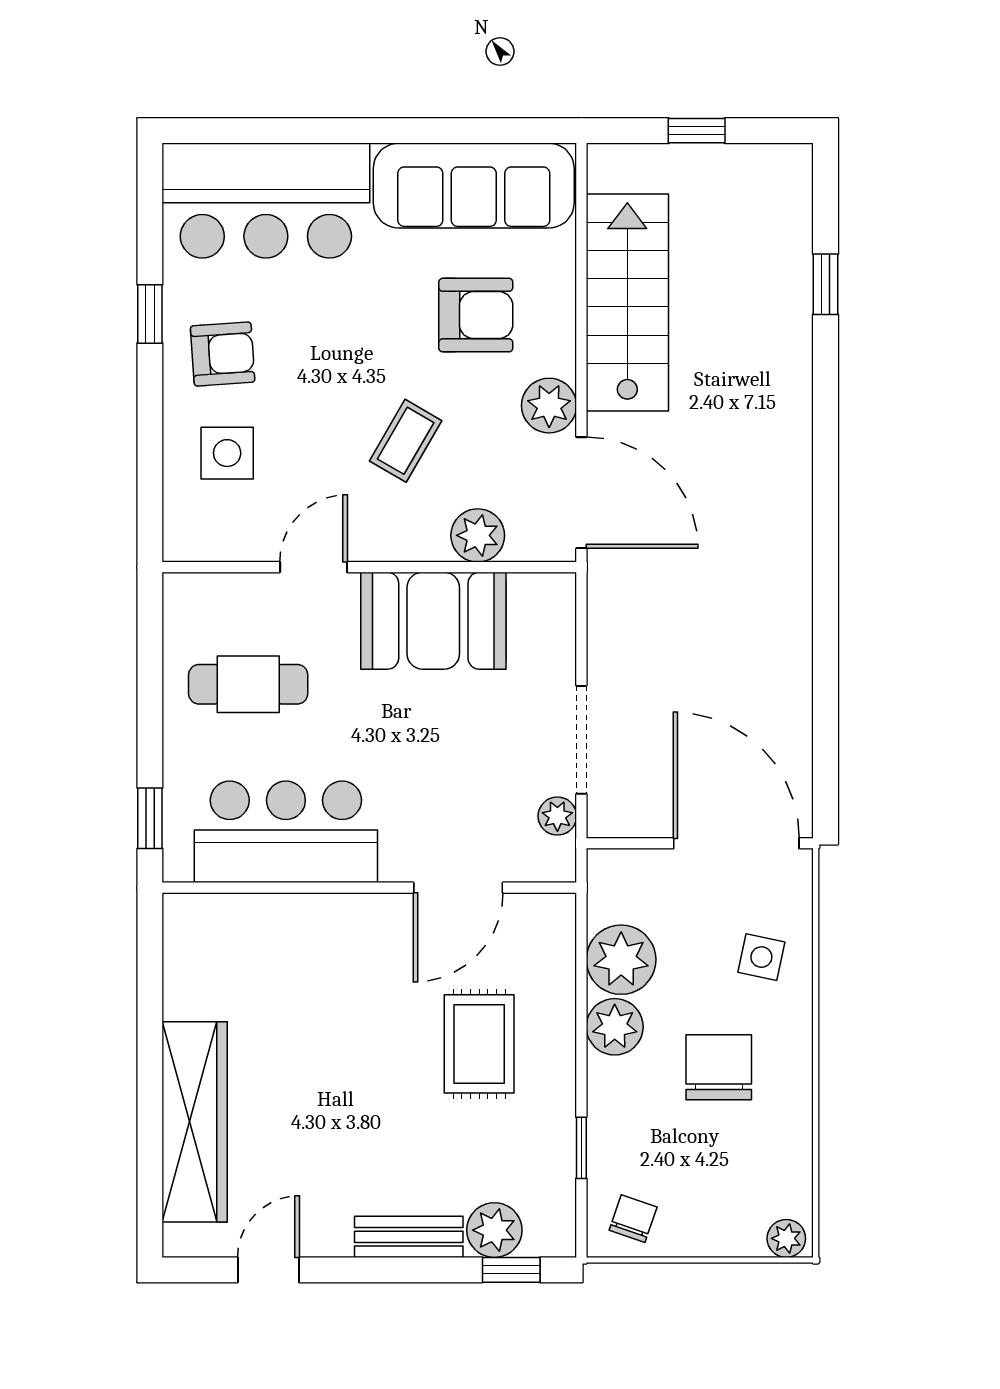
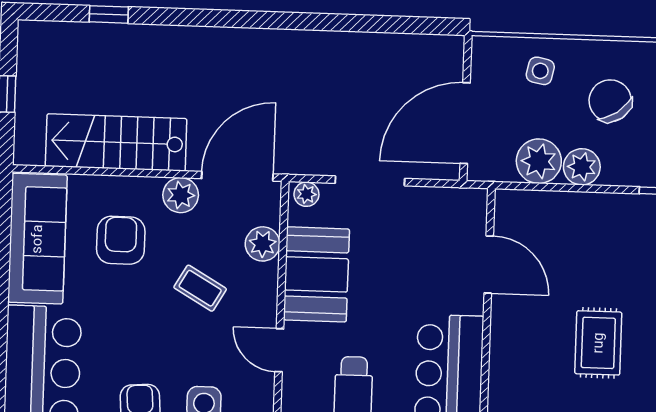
doorway: (581, 740) -> (370, 181), moved
plant: (557, 816) -> (306, 194), moved
door: (736, 843) -> (465, 123), moved
rug: (479, 1044) -> (598, 343), moved, turned 90
chair: (719, 1067) -> (610, 101), turned 55

